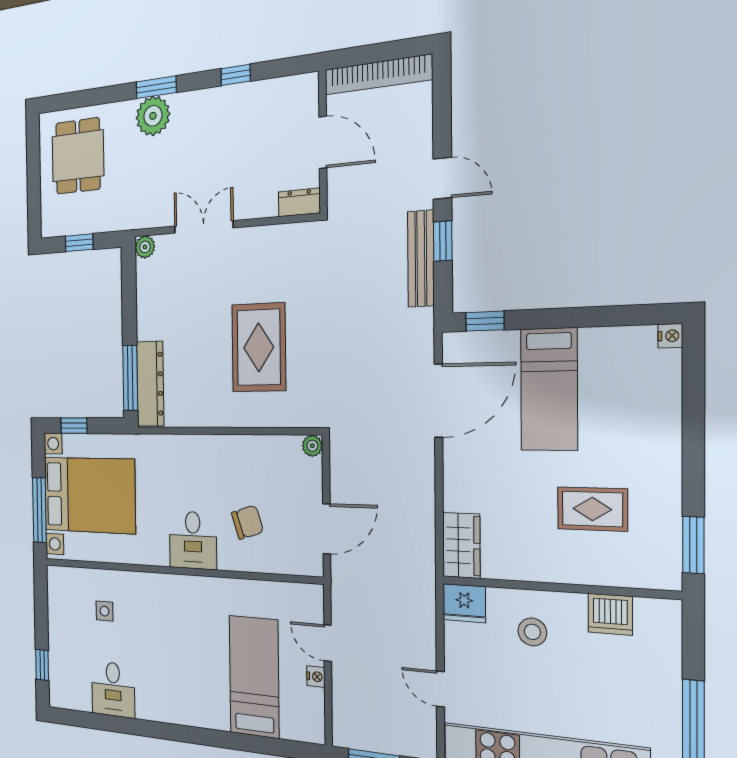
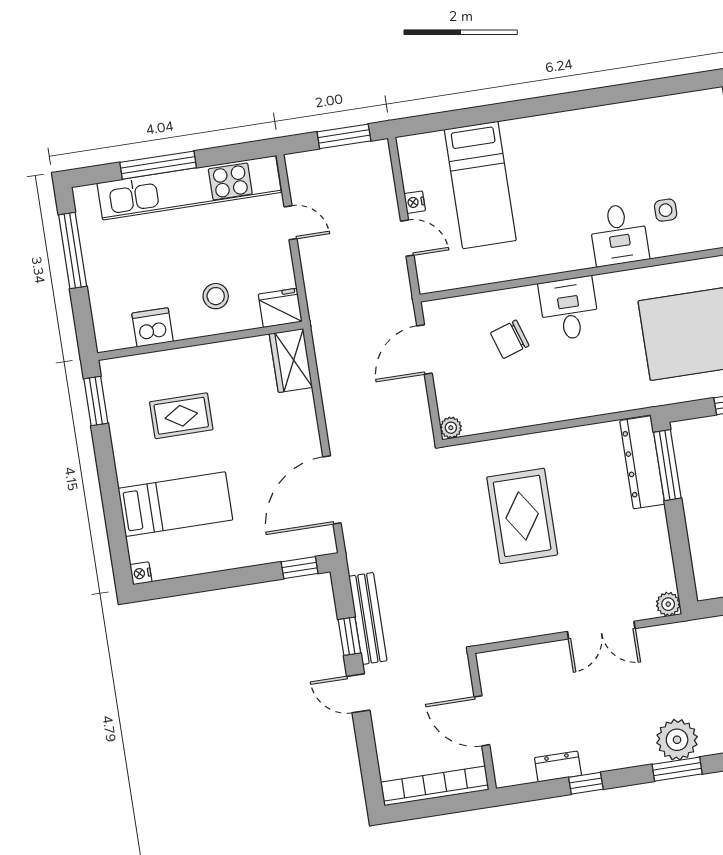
dresser: (299, 202) -> (558, 767), moved, turned 180
bed: (549, 389) -> (175, 504), moved, turned 90
desk: (113, 689) -> (619, 235), moved, turned 180

